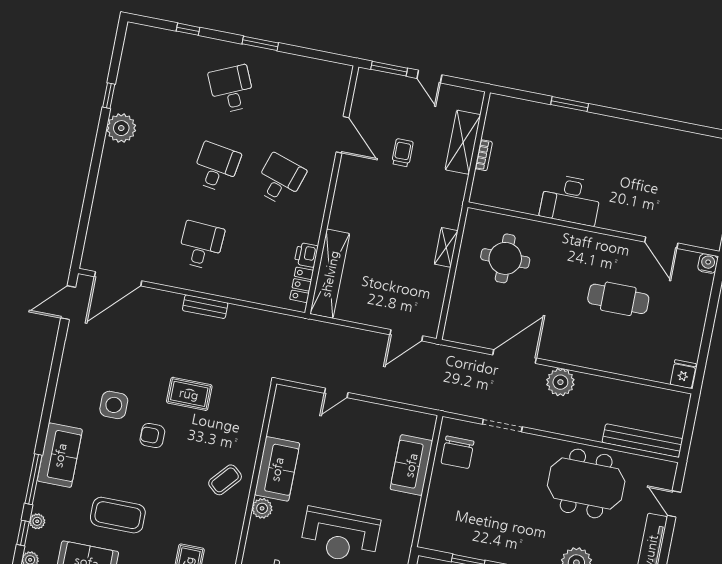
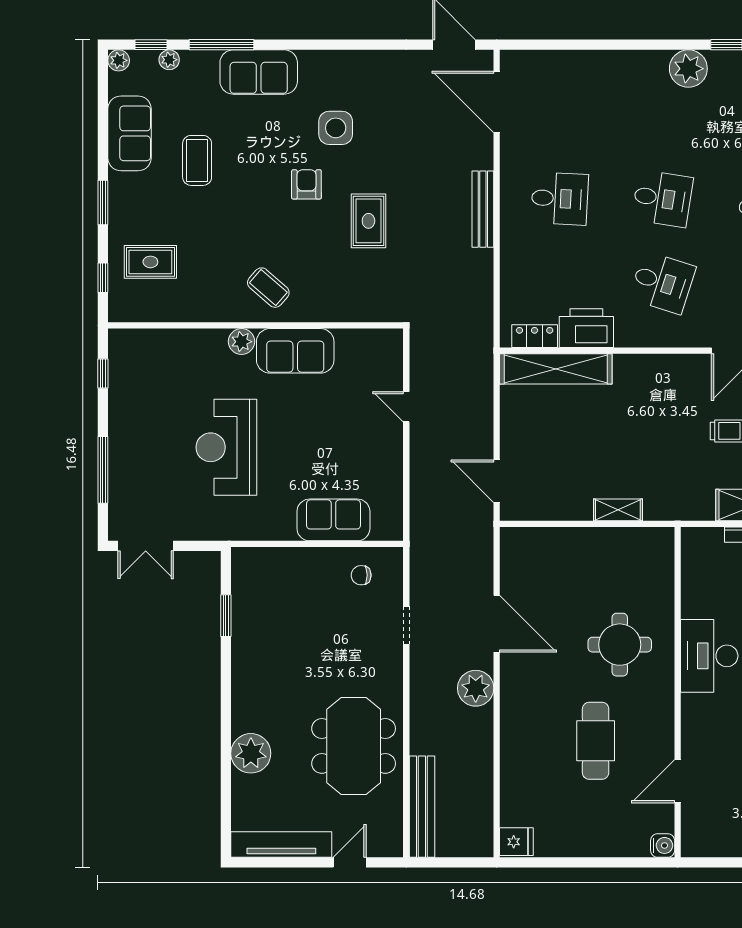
printer: (306, 255) -> (586, 328), width x1.87, depth x1.48
round table: (505, 258) -> (620, 645), moved
bench: (205, 307) -> (483, 209), width x1.36
doorway: (502, 425) -> (406, 625), width x0.73
chair: (458, 452) -> (361, 575), width x0.54, depth x0.54
coffee table: (118, 515) -> (197, 160), width x0.73, depth x0.76

